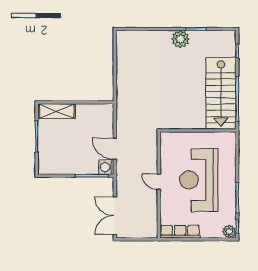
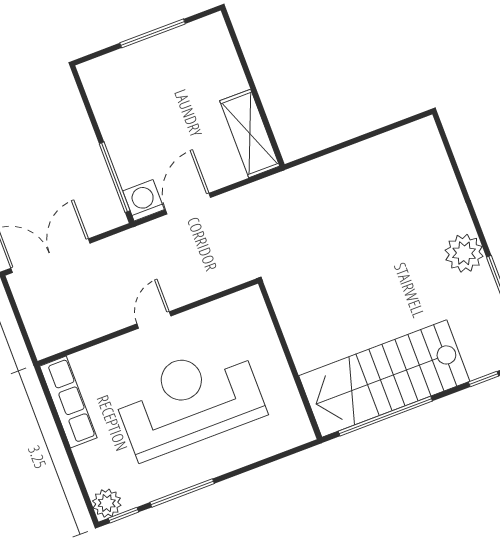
shelving: (57, 111) -> (250, 133), moved

